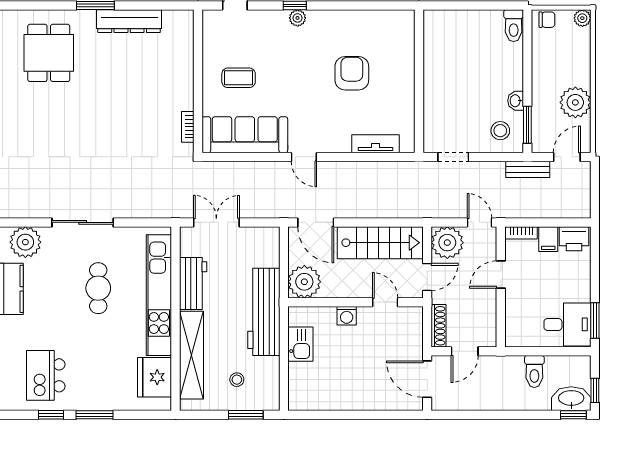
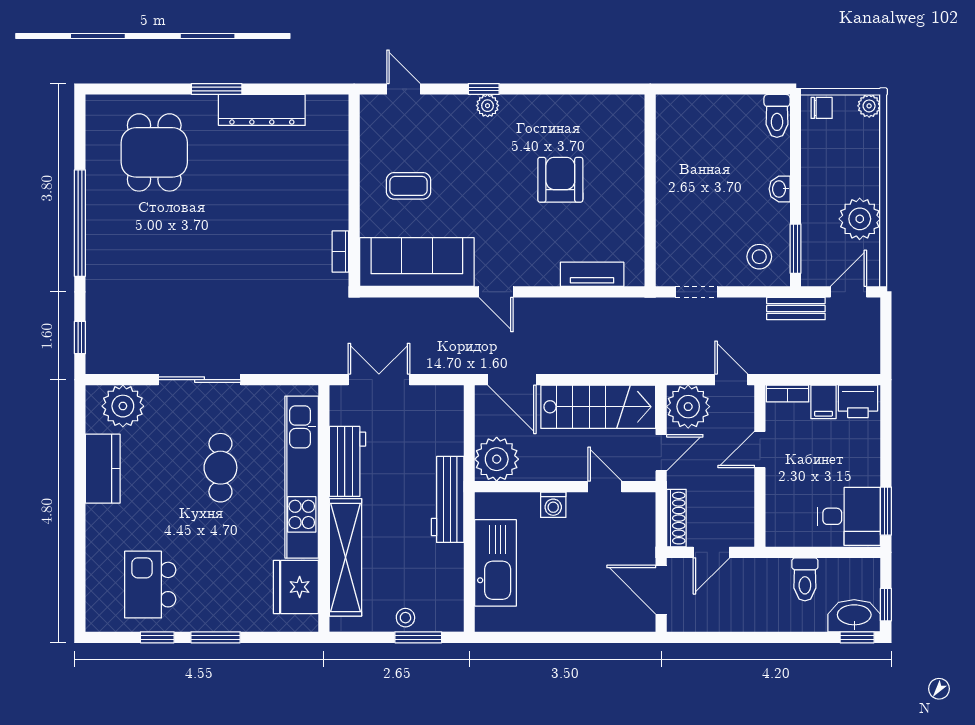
washbasin: (516, 101) -> (780, 189), moved
workbench: (264, 312) -> (448, 499), width x0.73, depth x0.76
kitchen sink: (300, 344) -> (496, 563), width x1.87, depth x1.24
stool: (237, 380) -> (405, 618), moved

